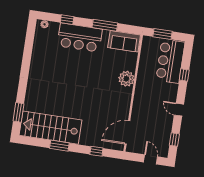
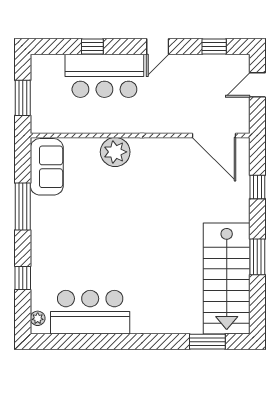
bar counter: (80, 38) -> (90, 312), moved, turned -90
bar counter: (170, 61) -> (104, 76), moved

